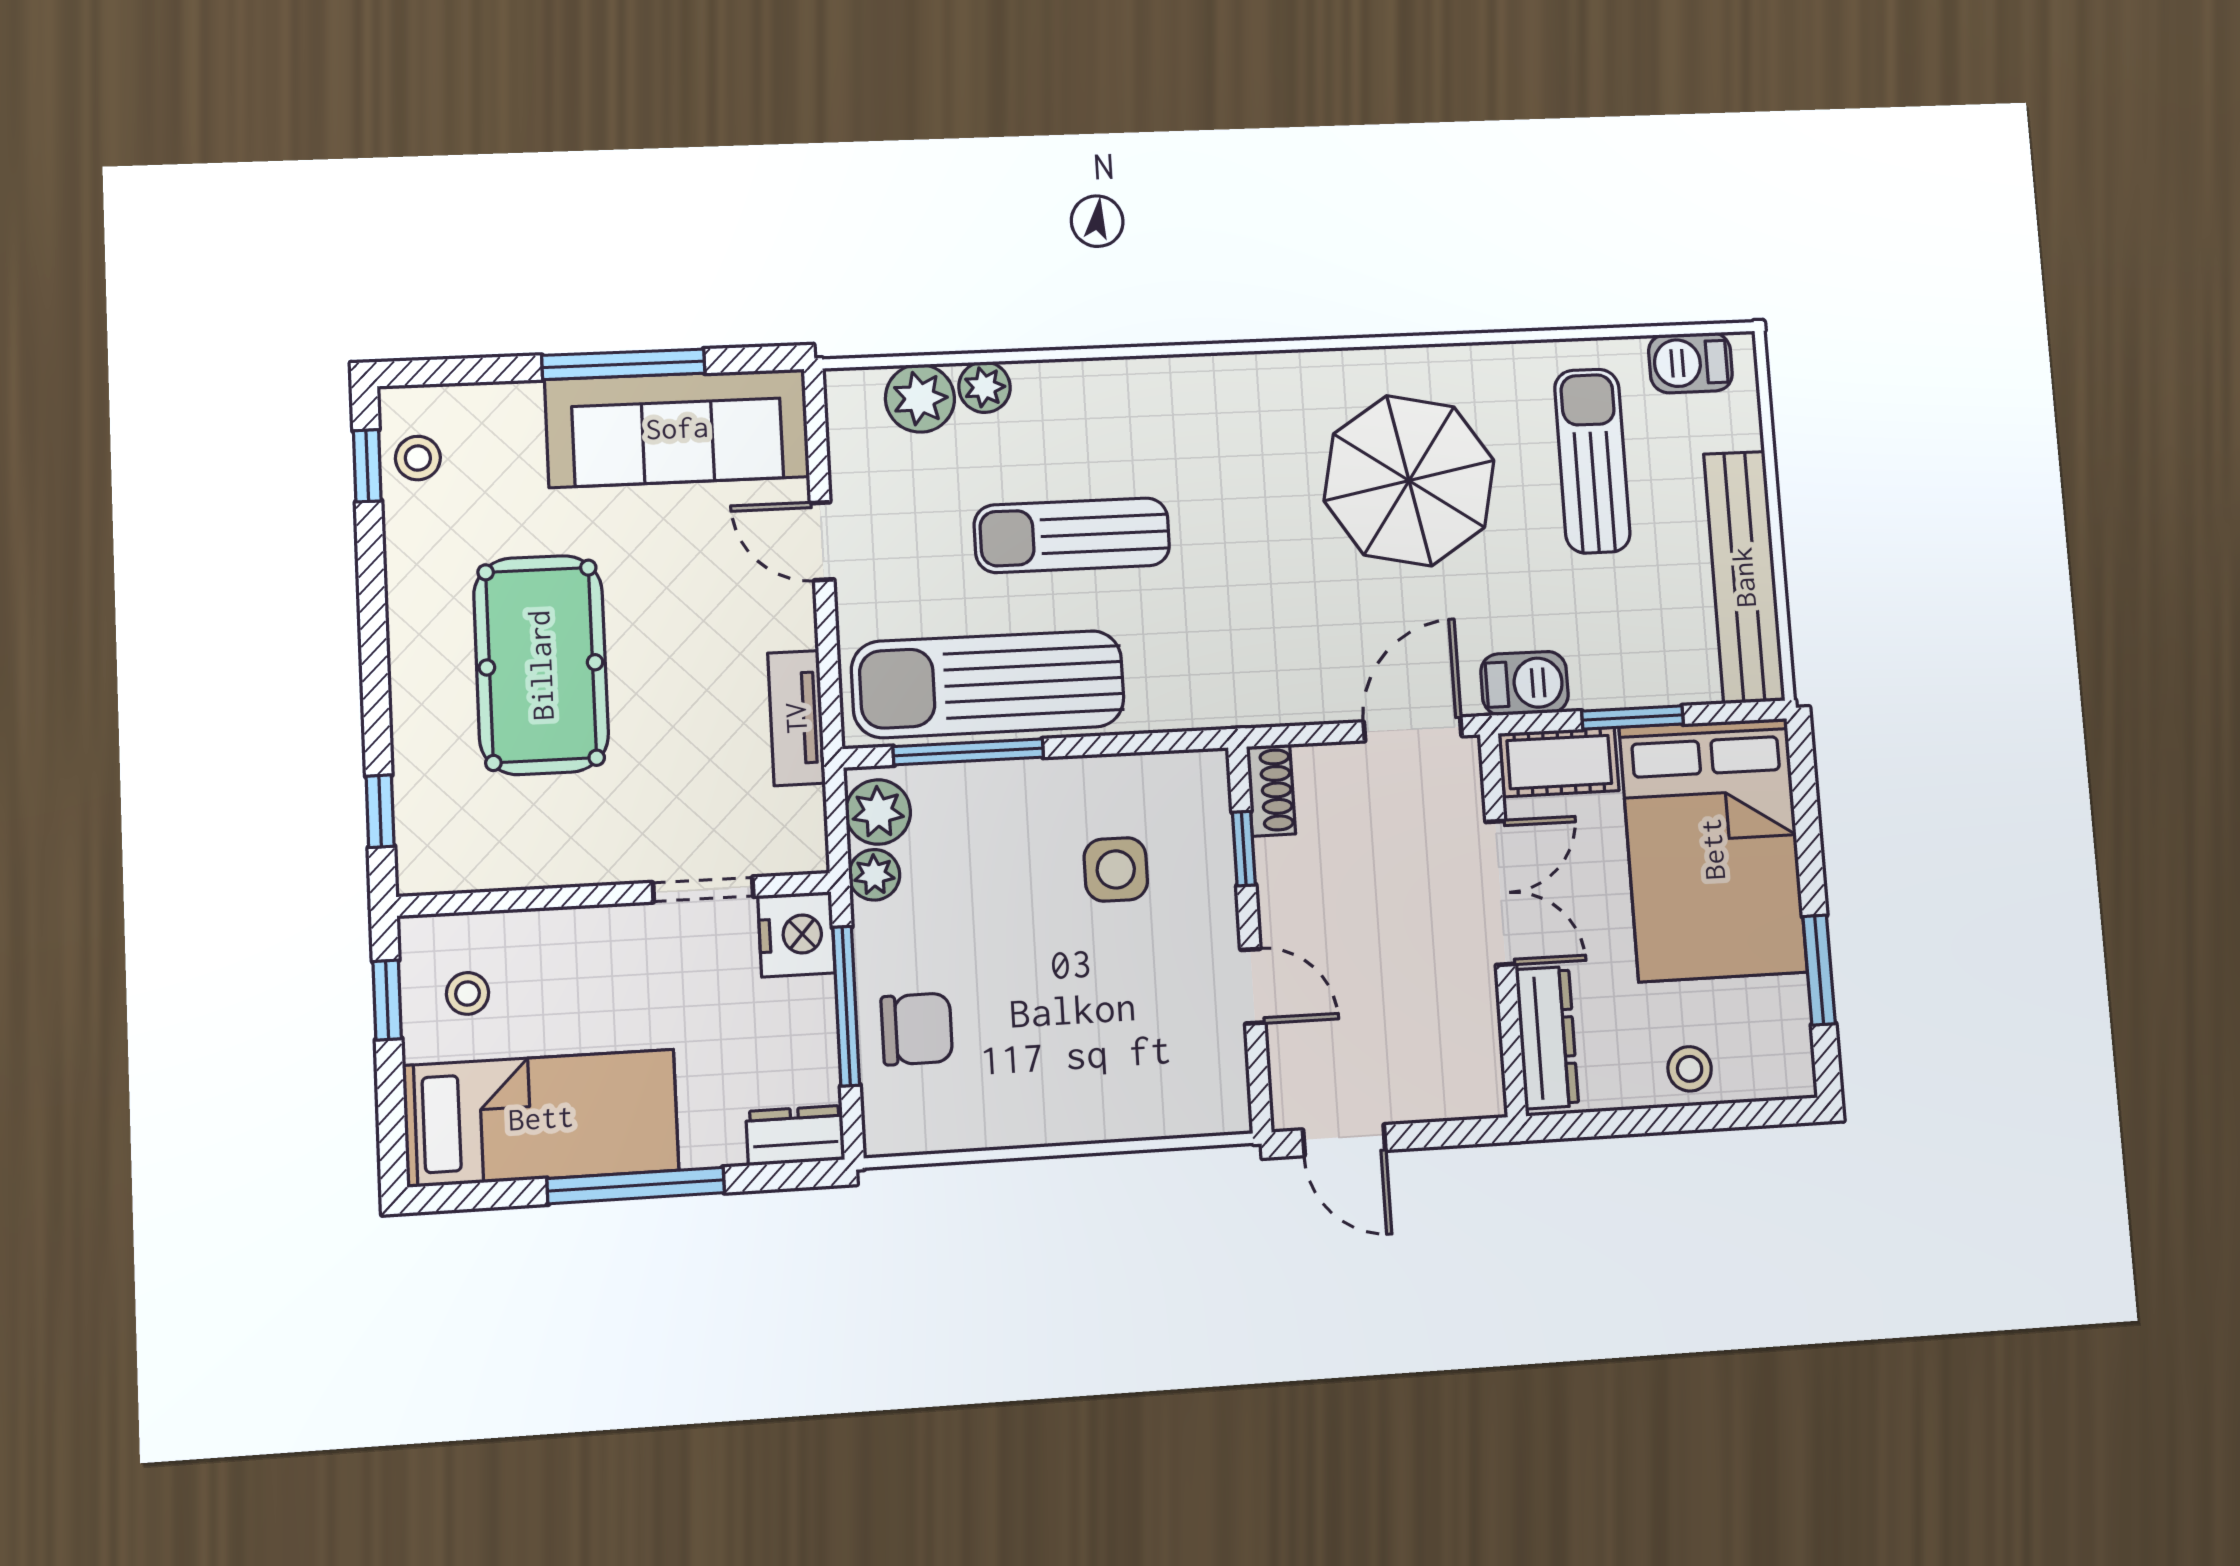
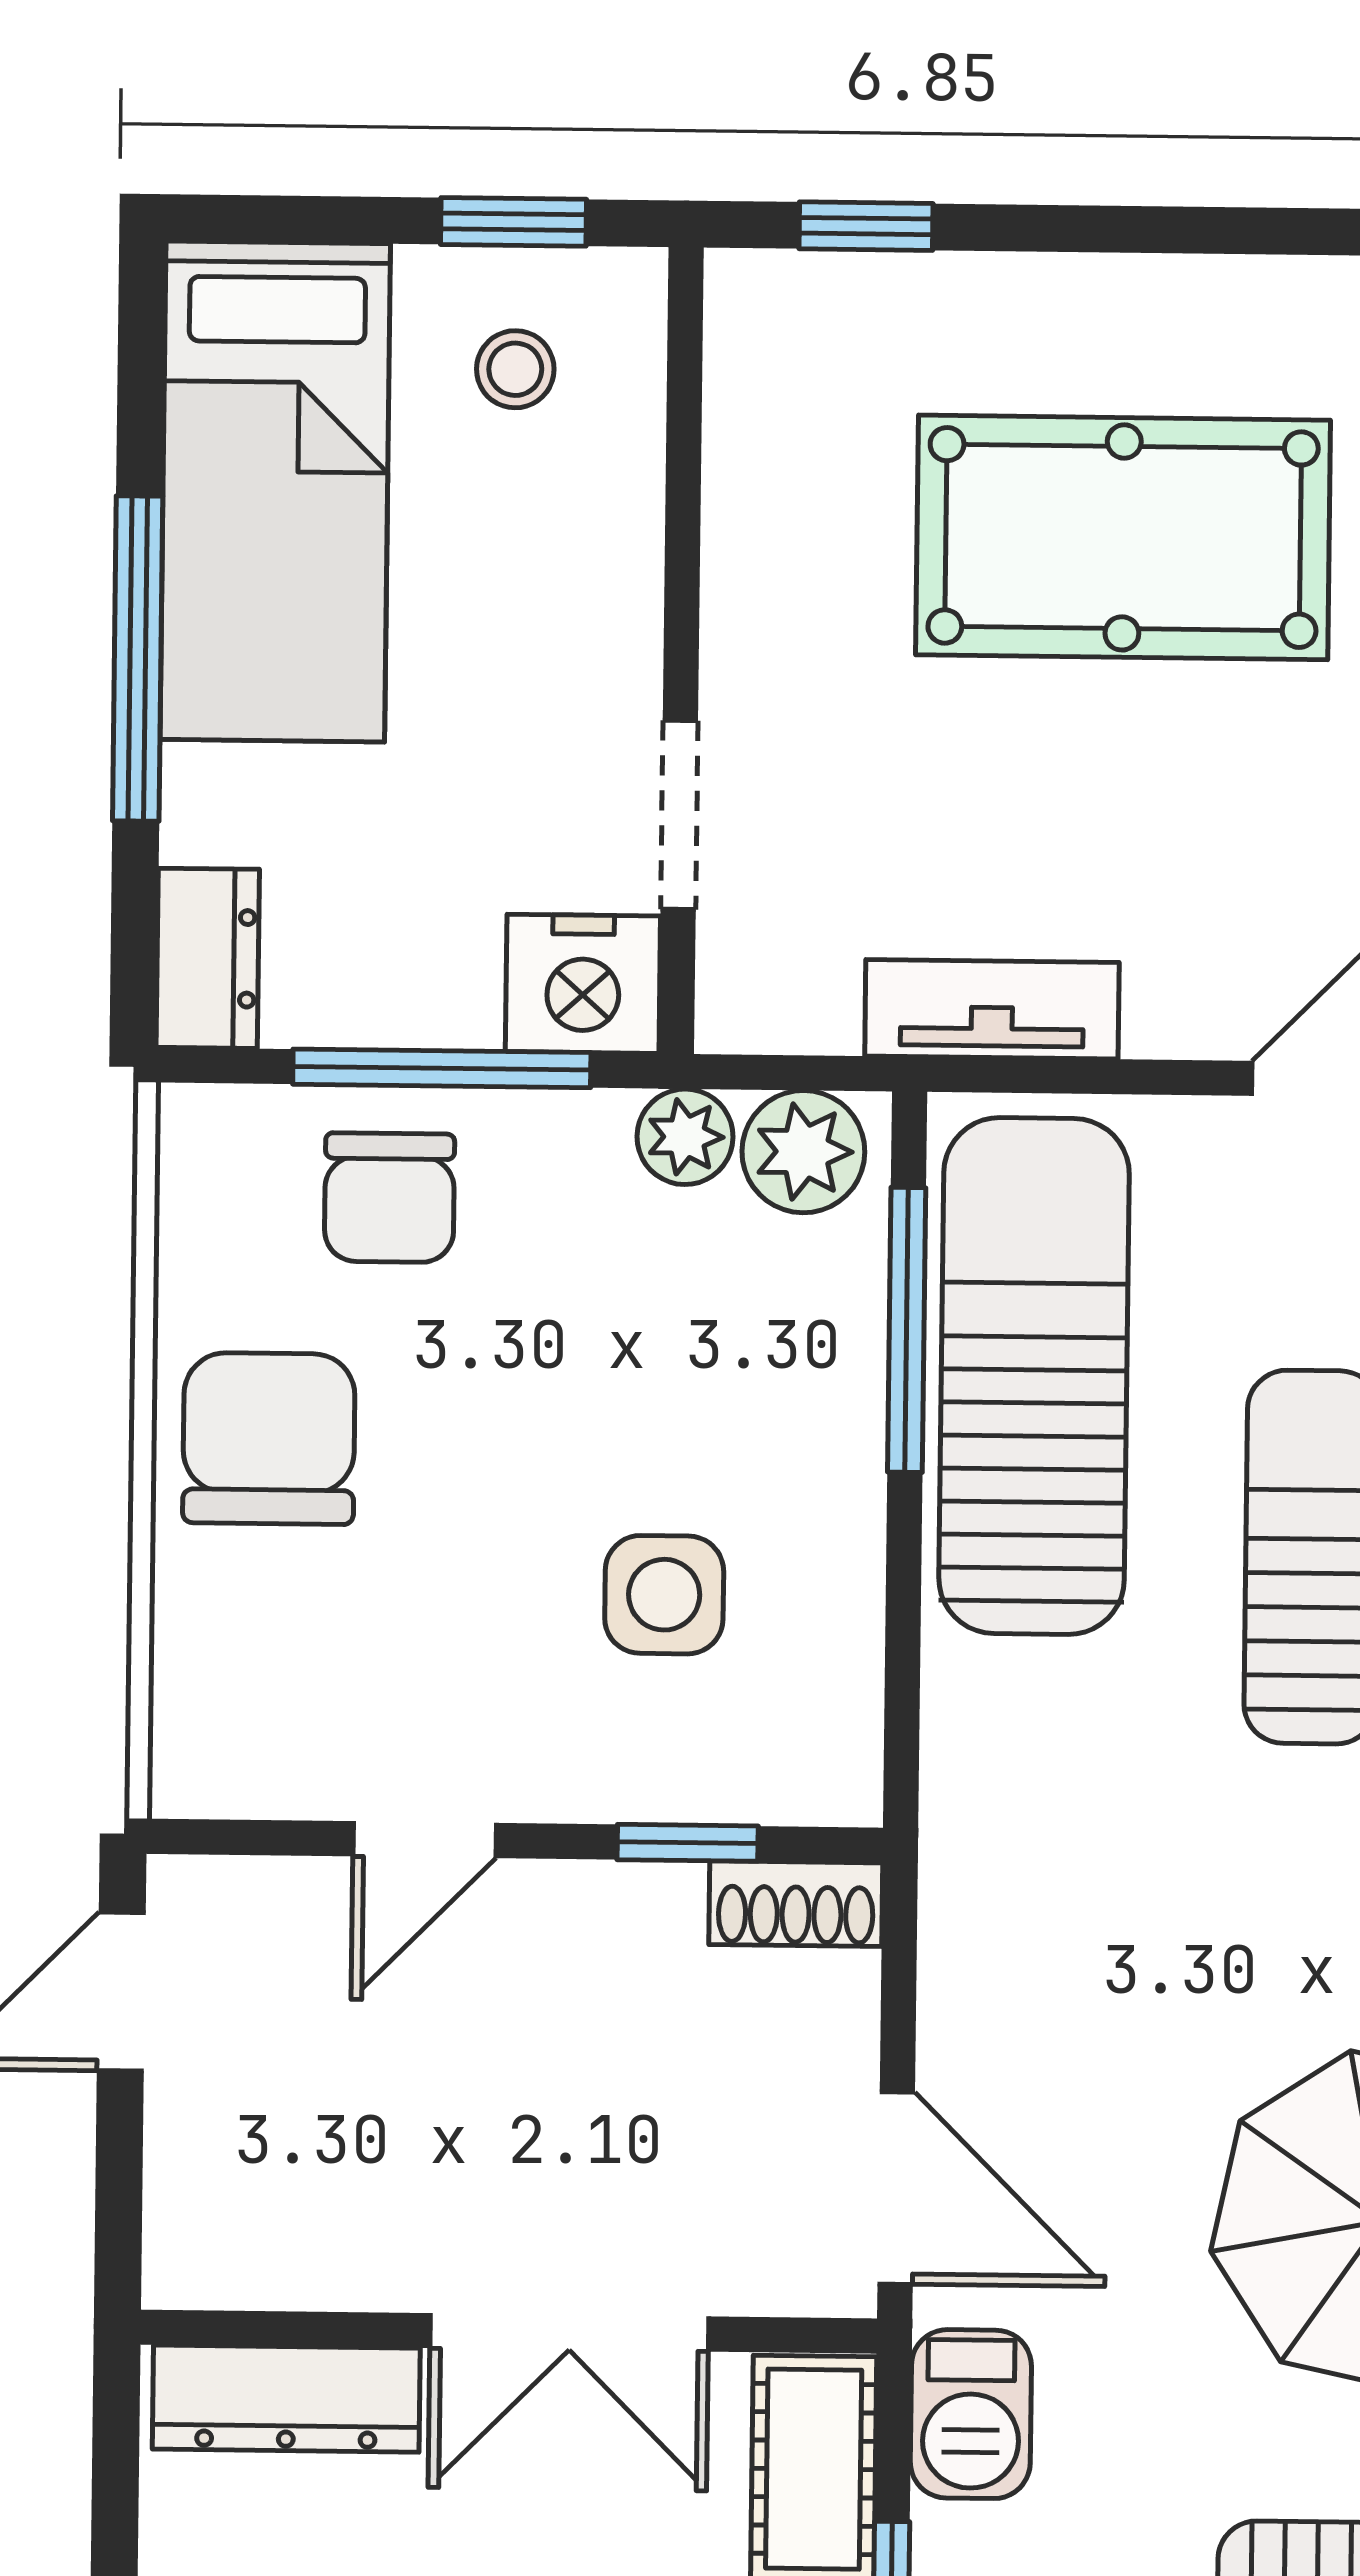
chair: (1049, 1084) -> (269, 1438), added

